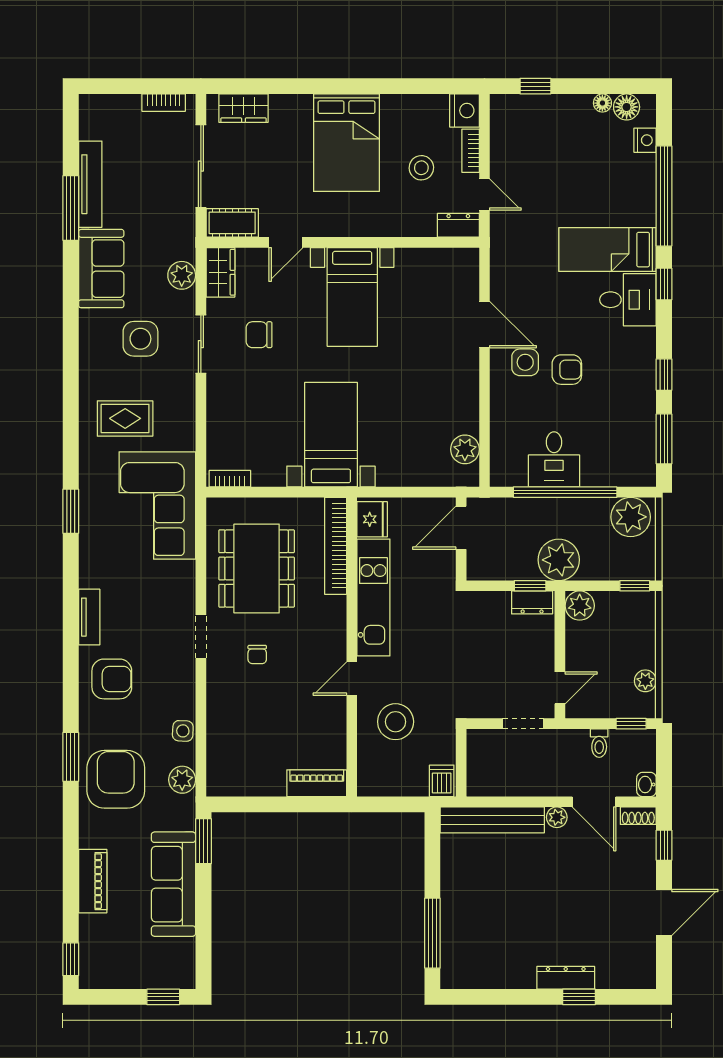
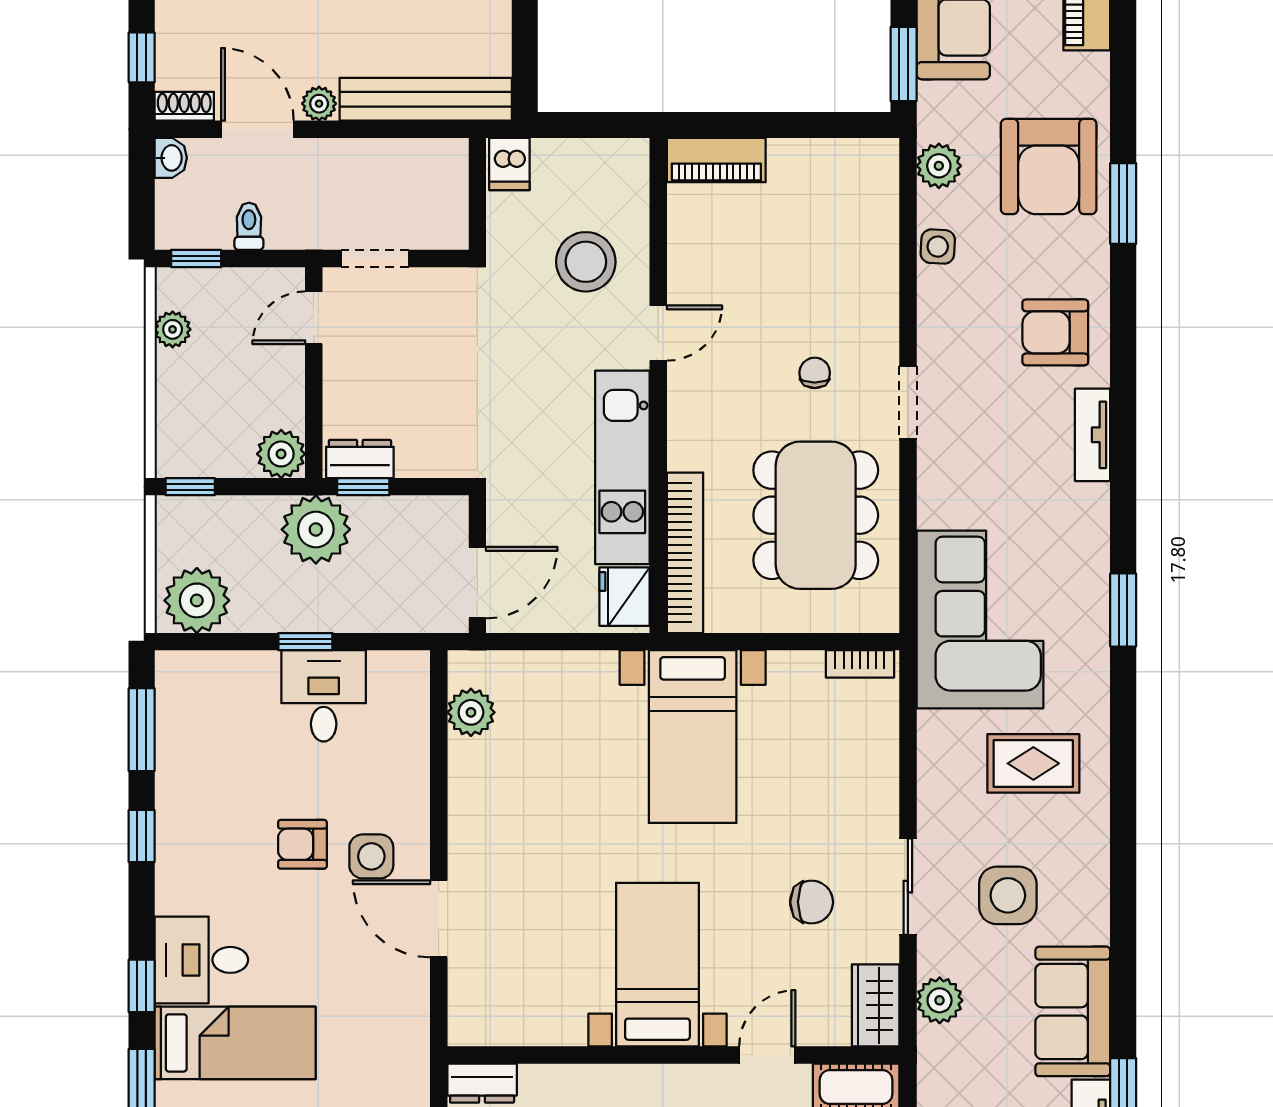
window: (565, 492) -> (305, 642), width x0.32

